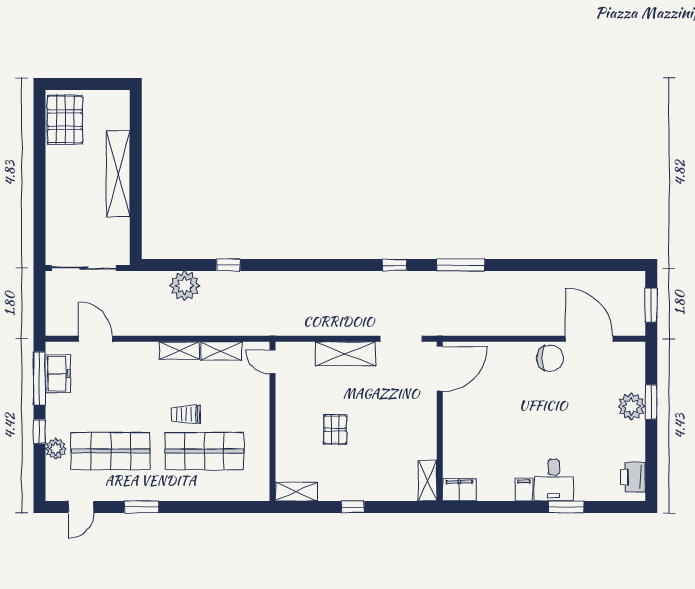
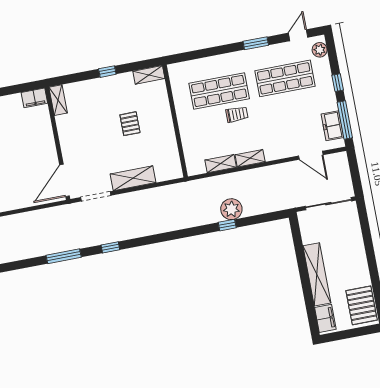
filing cabinet: (118, 111) -> (325, 318), added
plant: (185, 286) -> (231, 209), moved
door: (273, 362) -> (183, 163), removed
plant: (56, 449) -> (320, 50), moved

